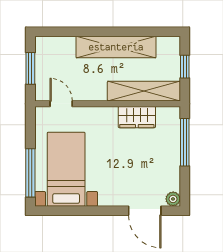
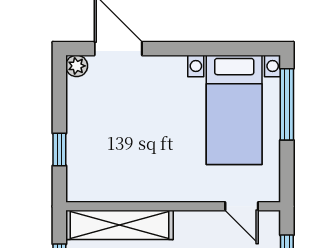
wardrobe: (137, 117) -> (130, 187), removed
window: (185, 142) -> (59, 150), width x0.46

